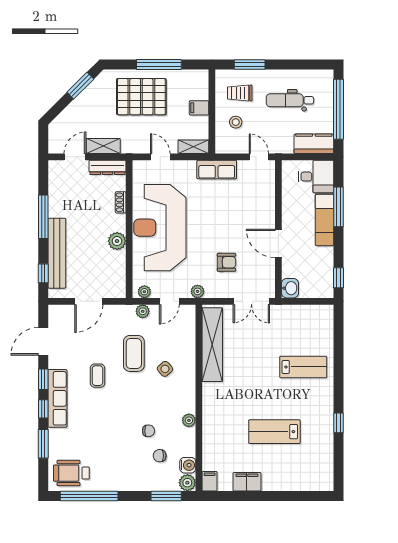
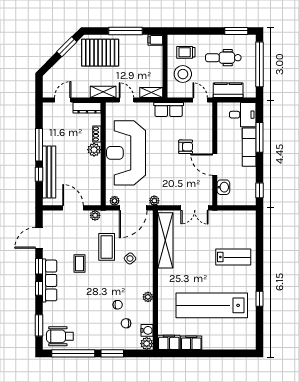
window: (250, 64) -> (236, 31), moved
pallet: (141, 97) -> (100, 53), moved
filing cabinet: (199, 108) -> (155, 40), moved
stool: (236, 122) -> (183, 74), width x1.89, depth x1.89
kitchen counter: (314, 144) -> (228, 90), moved
shelving: (103, 146) -> (103, 92), moved
plant: (117, 241) -> (94, 150), moved
armchair: (226, 262) -> (186, 147), moved
window: (43, 273) -> (39, 174), moved
washbasin: (290, 288) -> (223, 187), moved
door: (89, 301) -> (73, 208), swing flipped
door: (169, 301) -> (133, 208), width x1.88
plant: (143, 311) -> (95, 215), moved
lab bench: (274, 432) -> (212, 305), width x1.86, depth x1.39
window: (43, 444) -> (39, 325), moved
filing cabinet: (210, 481) -> (169, 342), width x2.00
window: (166, 496) -> (112, 353), moved

